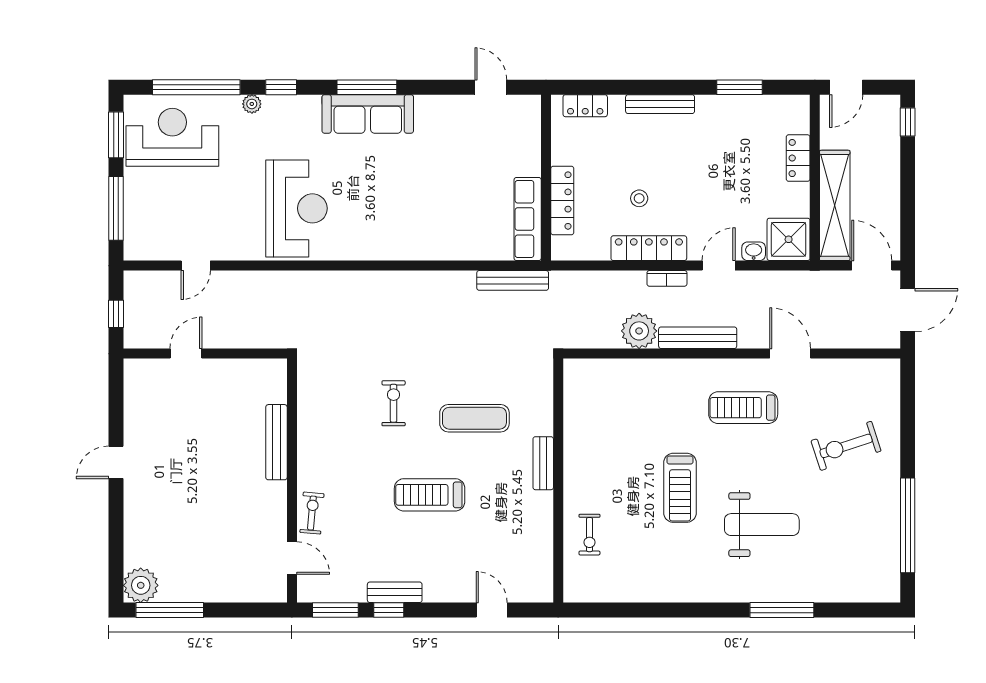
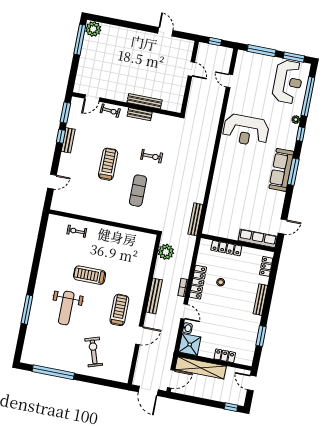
row of seats: (528, 219) -> (258, 238), moved
plant: (639, 331) -> (166, 252), moved
door: (116, 462) -> (165, 32), moved
bench: (543, 463) -> (140, 114), moved

